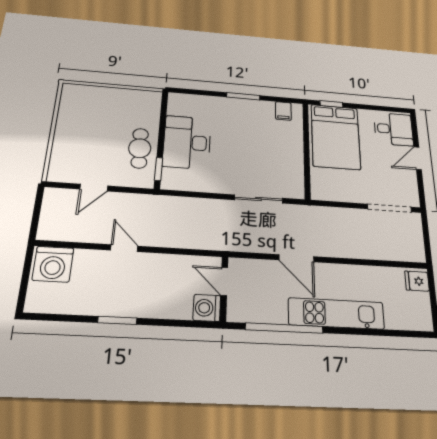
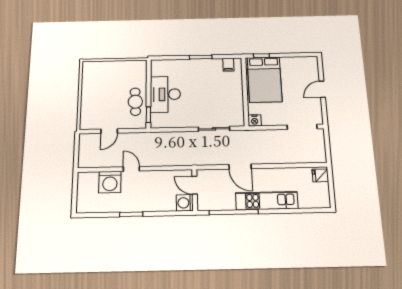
desk: (394, 129) -> (305, 69), removed
nightstand: (320, 192) -> (255, 120), added
washing machine: (53, 264) -> (110, 182), moved

